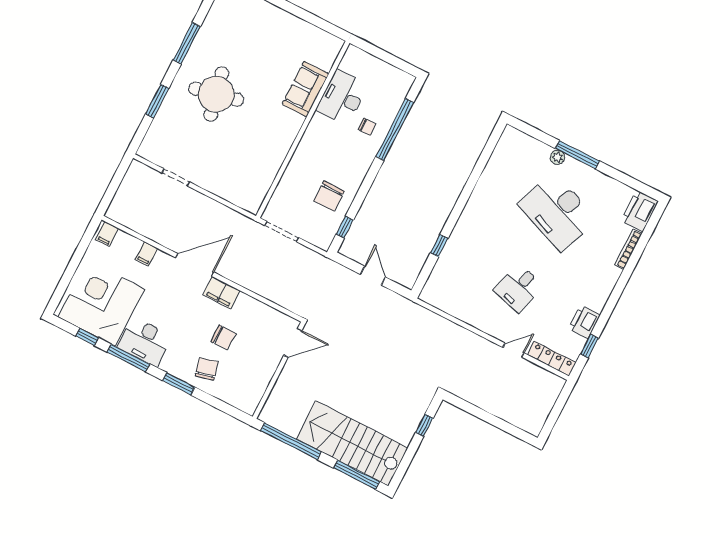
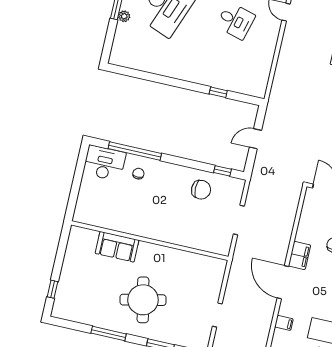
sofa: (305, 89) -> (117, 247), moved
desk: (342, 98) -> (104, 163), moved, turned 180
wall: (303, 130) -> (150, 241), moved

